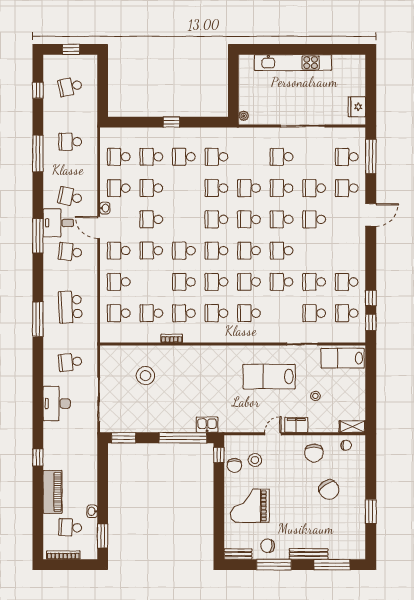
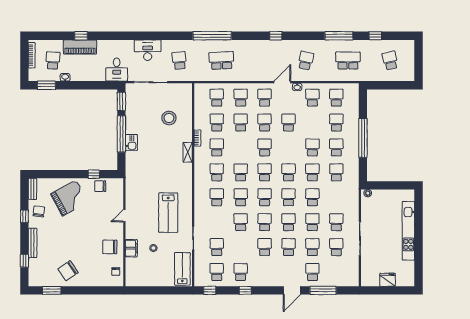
window: (71, 49) -> (419, 61), removed
window: (38, 90) -> (375, 36), moved
fridge: (357, 107) -> (387, 280), moved
window: (171, 122) -> (363, 138), width x3.17
school desk: (70, 142) -> (348, 61), width x1.85
window: (371, 156) -> (323, 290), moved
school desk: (347, 157) -> (336, 247), moved
school desk: (151, 188) -> (312, 147), moved
door: (371, 215) -> (292, 290), hinge flipped
desk: (58, 223) -> (117, 70), moved, turned 180
window: (38, 236) -> (276, 36), width x0.46
school desk: (70, 252) -> (264, 61), removed
school desk: (184, 282) -> (241, 123), moved
school desk: (314, 282) -> (265, 247), moved
window: (371, 298) -> (245, 290), moved
window: (38, 319) -> (212, 36), width x1.46
lab bench: (269, 377) -> (168, 213), turned 180
kitchen sink: (207, 425) -> (131, 143), moved
filing cabinet: (296, 425) -> (131, 248), moved
shelving: (352, 427) -> (188, 152), moved
door: (273, 434) -> (124, 216), swing flipped
window: (183, 438) -> (121, 134), moved
window: (219, 455) -> (94, 174), moved
window: (38, 457) -> (81, 36), moved
stool: (255, 460) -> (104, 202), removed
chair: (329, 490) -> (68, 271), moved
grand piano: (250, 506) -> (69, 198), turned 61
window: (371, 512) -> (52, 290), moved
window: (274, 565) -> (24, 216), width x0.46
window: (332, 565) -> (24, 261), width x0.46

